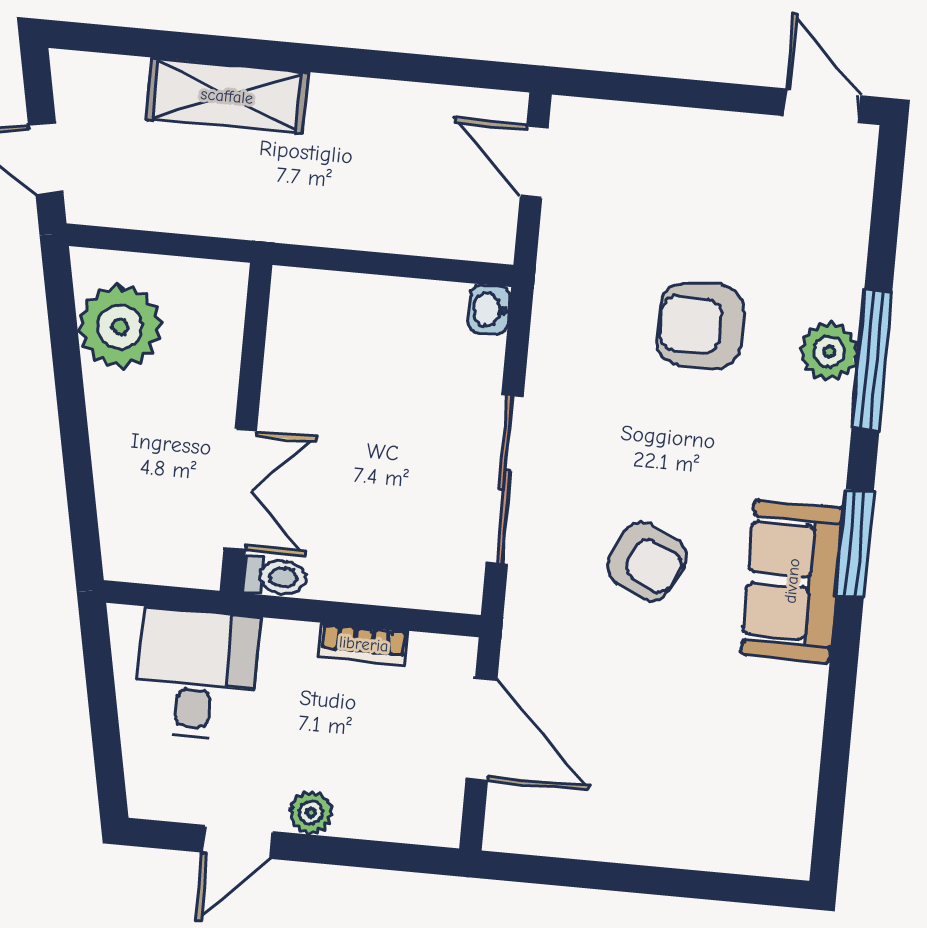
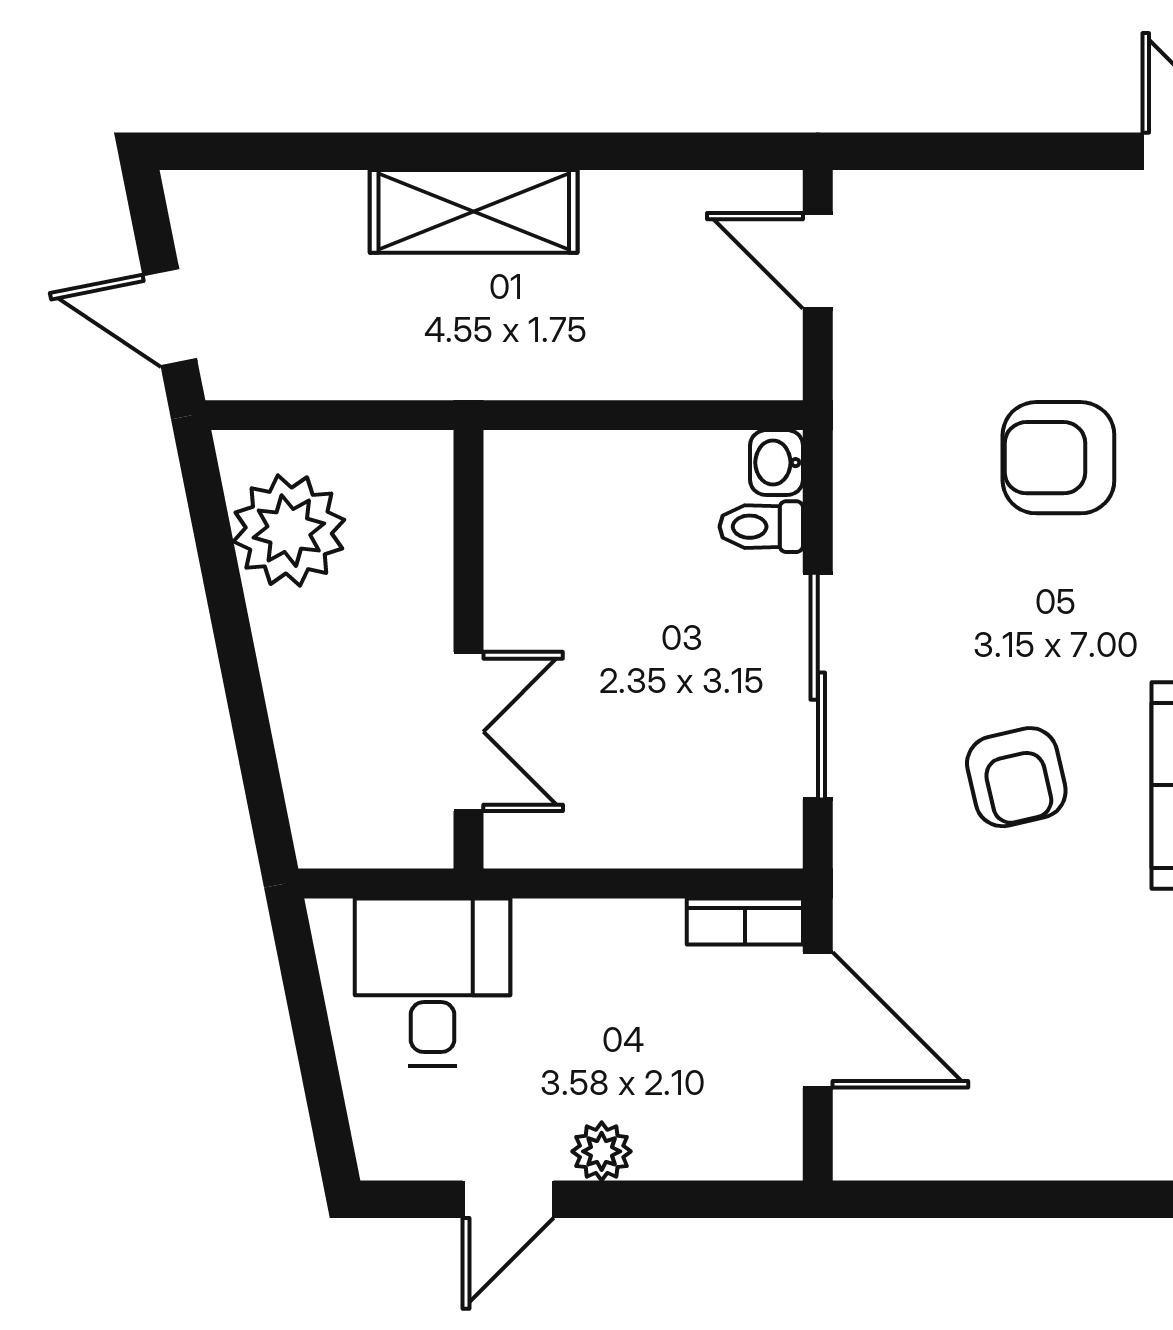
shelving: (227, 96) -> (474, 211), moved
armchair: (647, 561) -> (1016, 777), turned 51
toilet: (275, 577) -> (761, 527), moved, turned 180
bookcase: (364, 644) -> (745, 921), moved

